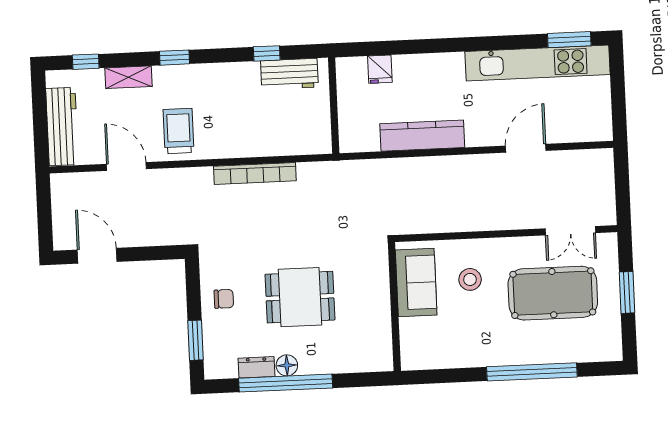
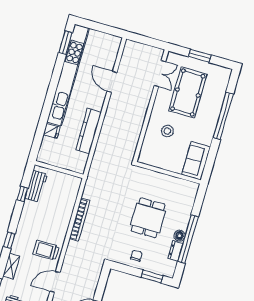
kitchen unit: (538, 63) -> (68, 75), width x1.36
fridge: (380, 69) -> (52, 131), moved
sofa: (416, 283) -> (196, 161), moved, turned -90

